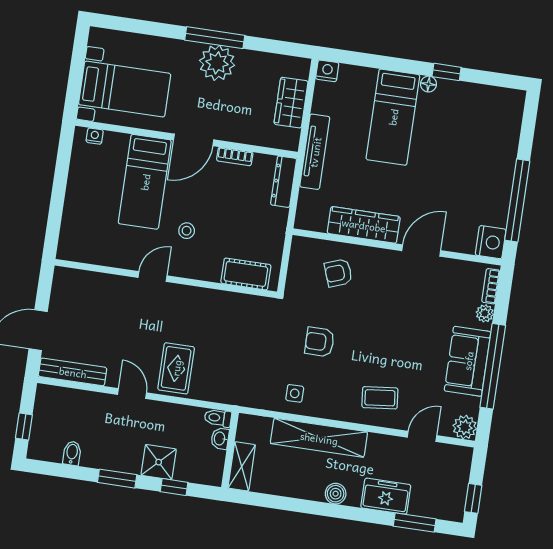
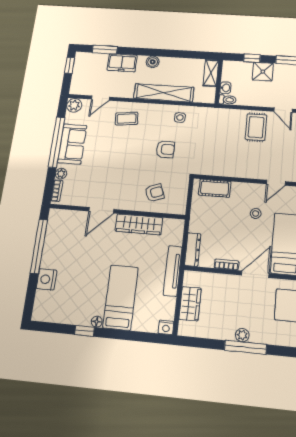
plant: (217, 63) -> (242, 335), width x0.53, depth x0.53
nightstand: (491, 242) -> (47, 279), moved

